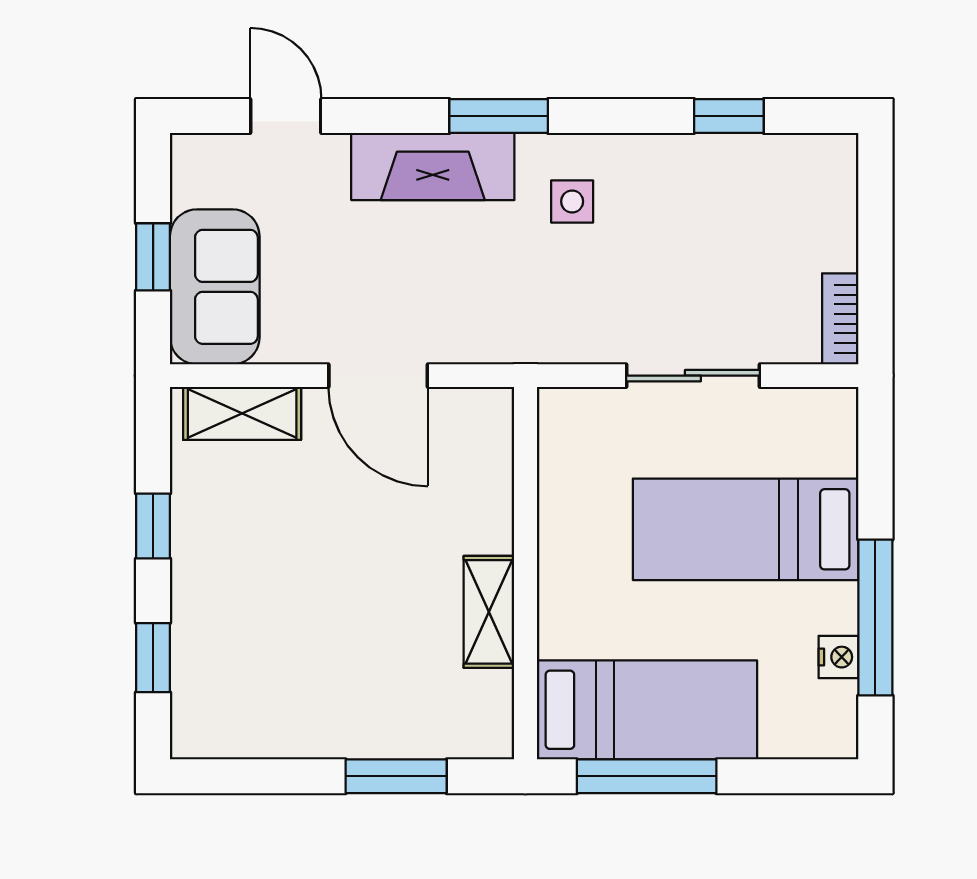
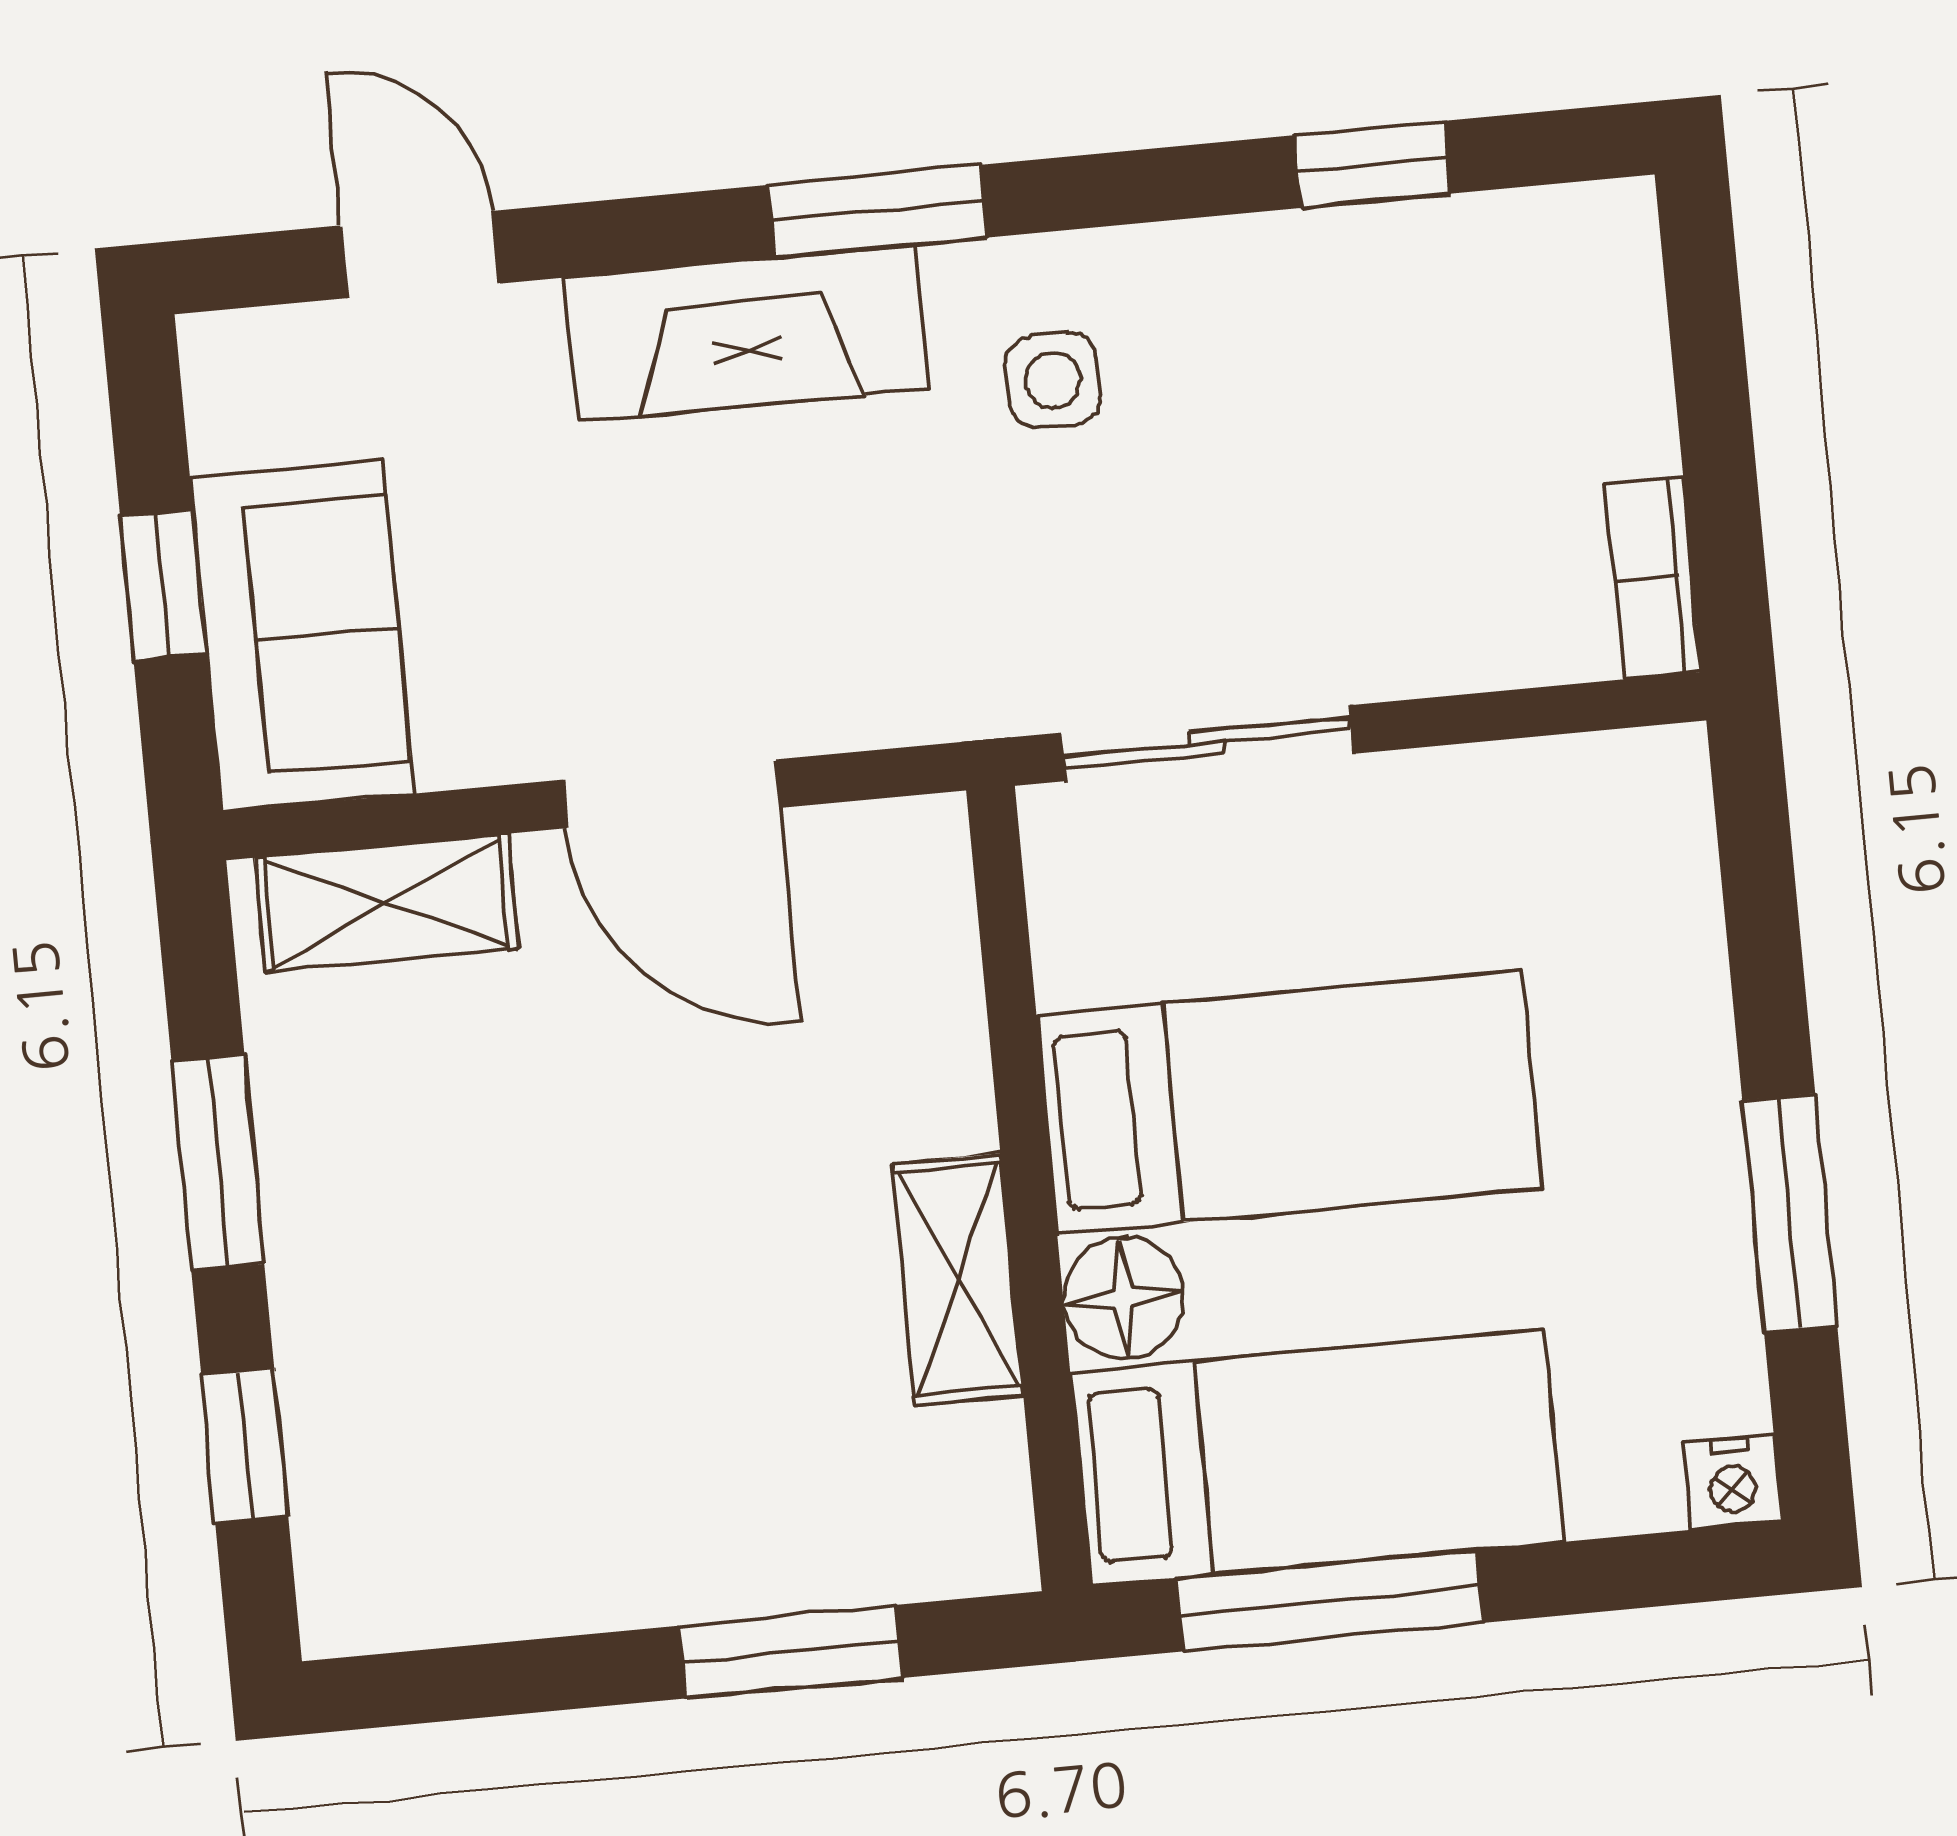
sliding door: (693, 376) -> (1207, 743), moved
window: (153, 526) -> (218, 1163), width x1.50
bed: (746, 529) -> (1289, 1102), moved, turned 180
window: (875, 618) -> (1790, 1213), width x0.69
floor lamp: (565, 628) -> (1124, 1298), added
nightstand: (838, 657) -> (1733, 1483), moved, turned 90

